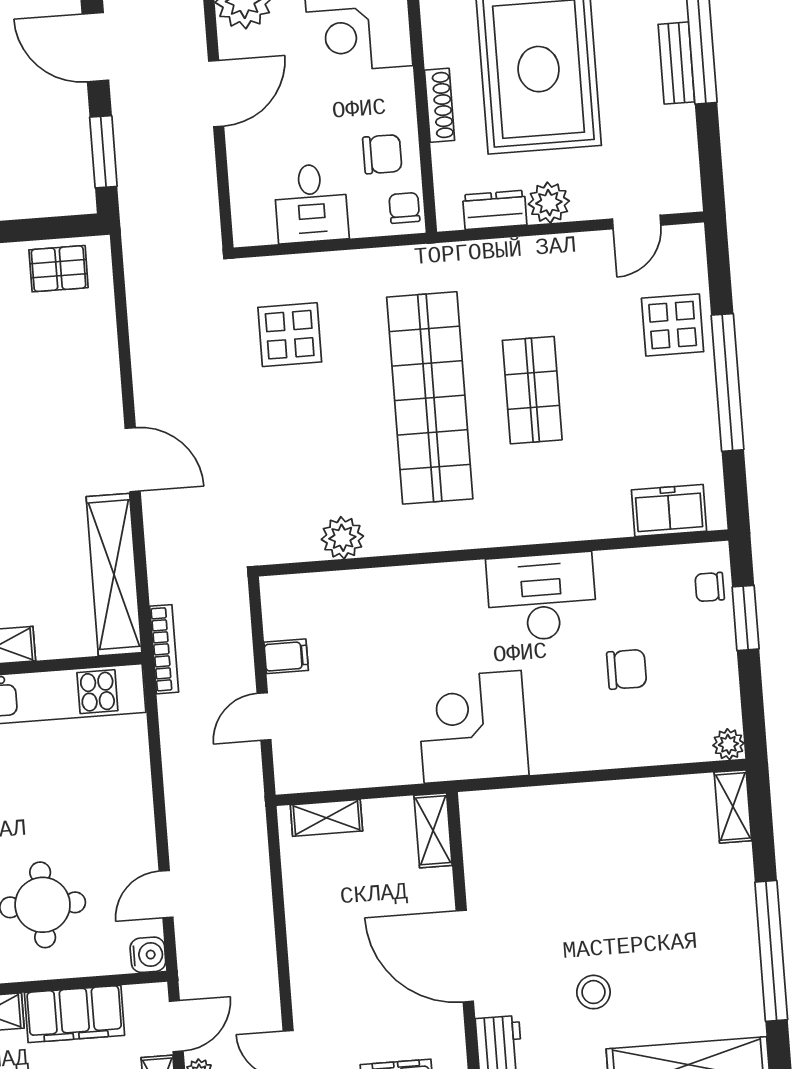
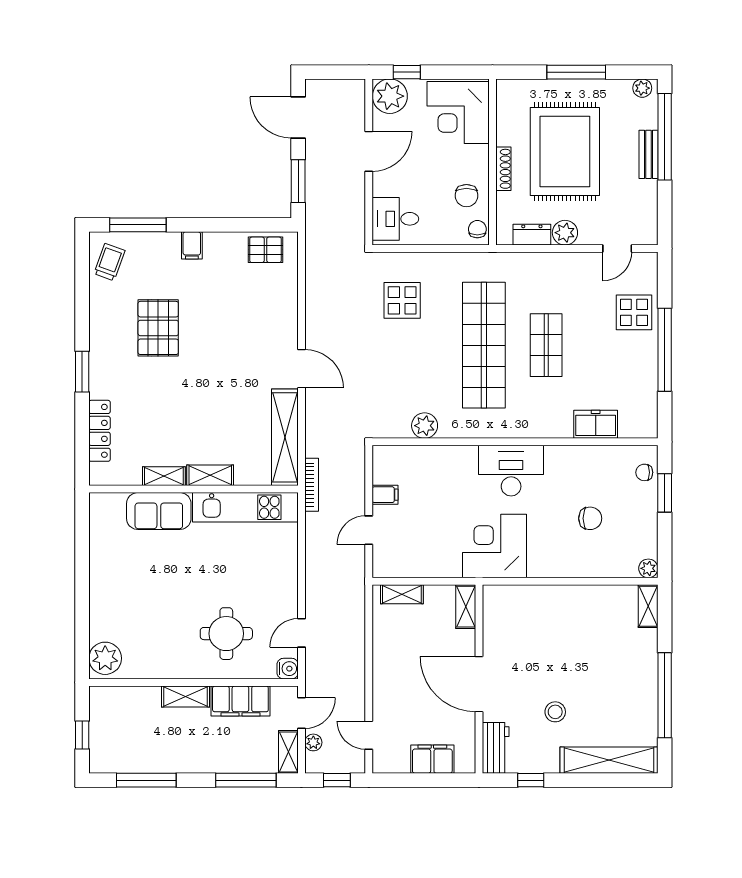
chair: (382, 154) -> (466, 196), turned 90
desk: (311, 203) -> (395, 219), moved, turned 90
freezer: (669, 510) -> (596, 424), moved
desk: (542, 597) -> (511, 471), moved

